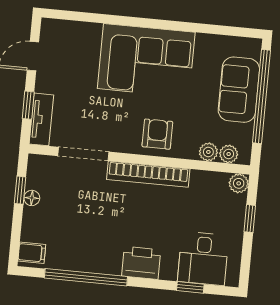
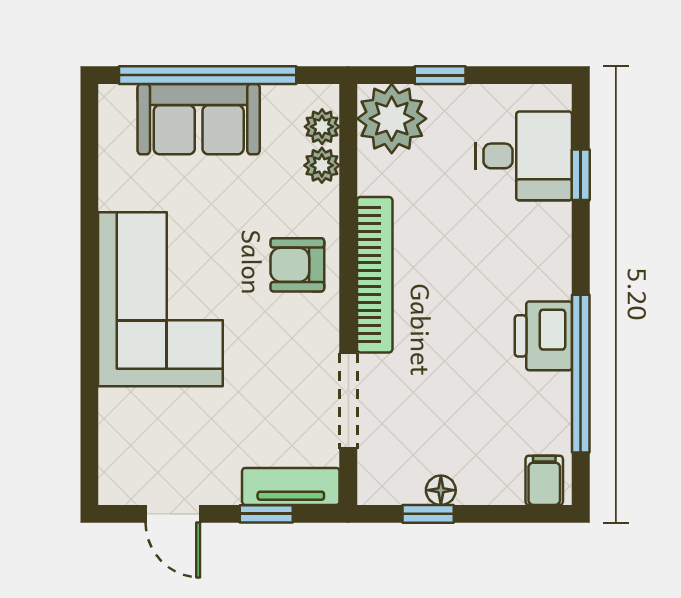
plant: (239, 183) -> (392, 119), width x1.88, depth x1.88
printer: (141, 263) -> (543, 336), moved

